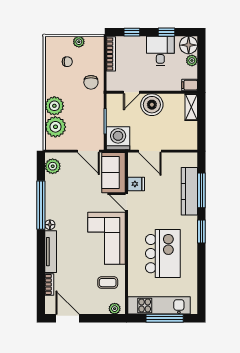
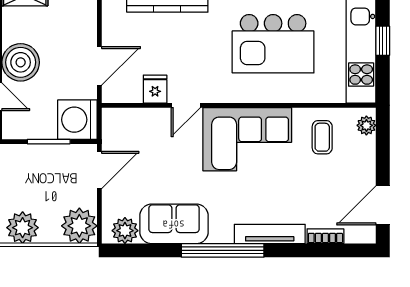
plant: (55, 127) -> (79, 226), moved
sofa: (114, 173) -> (174, 224), moved, turned 180
window: (41, 205) -> (223, 250), moved
floor lamp: (50, 225) -> (224, 235), removed
kitchen island: (163, 254) -> (273, 44), turned 180
window: (165, 318) -> (383, 41), width x0.46

